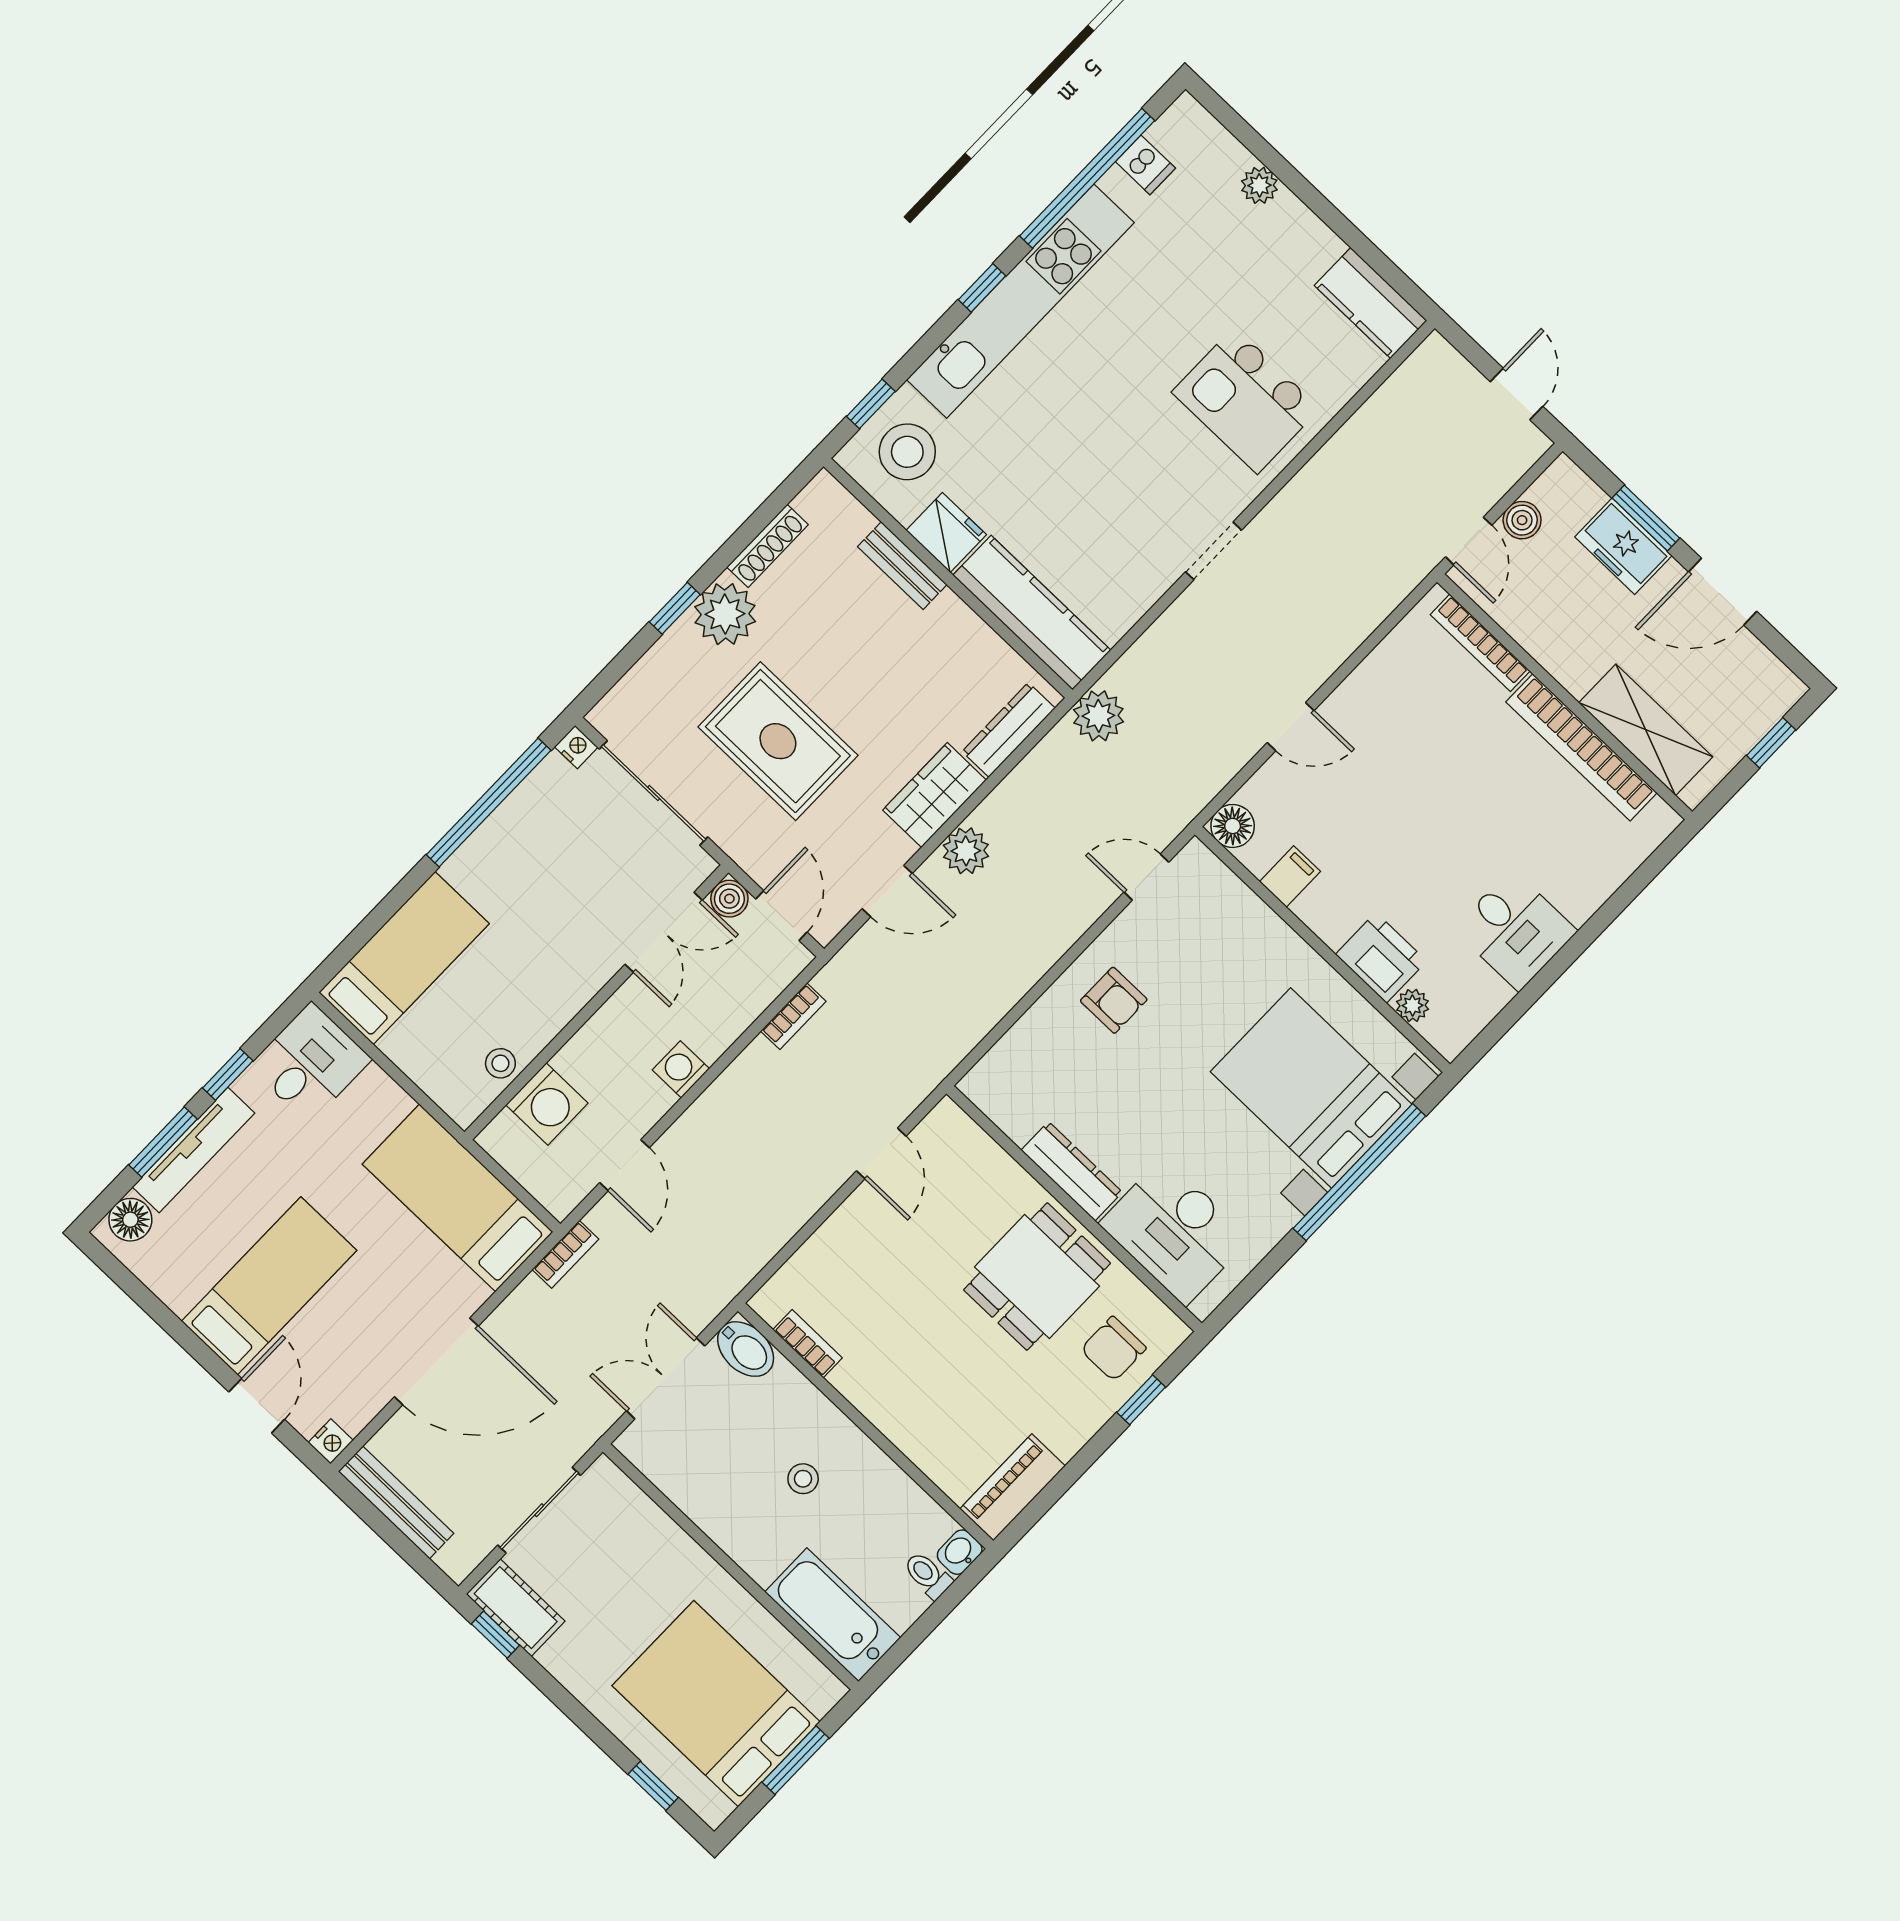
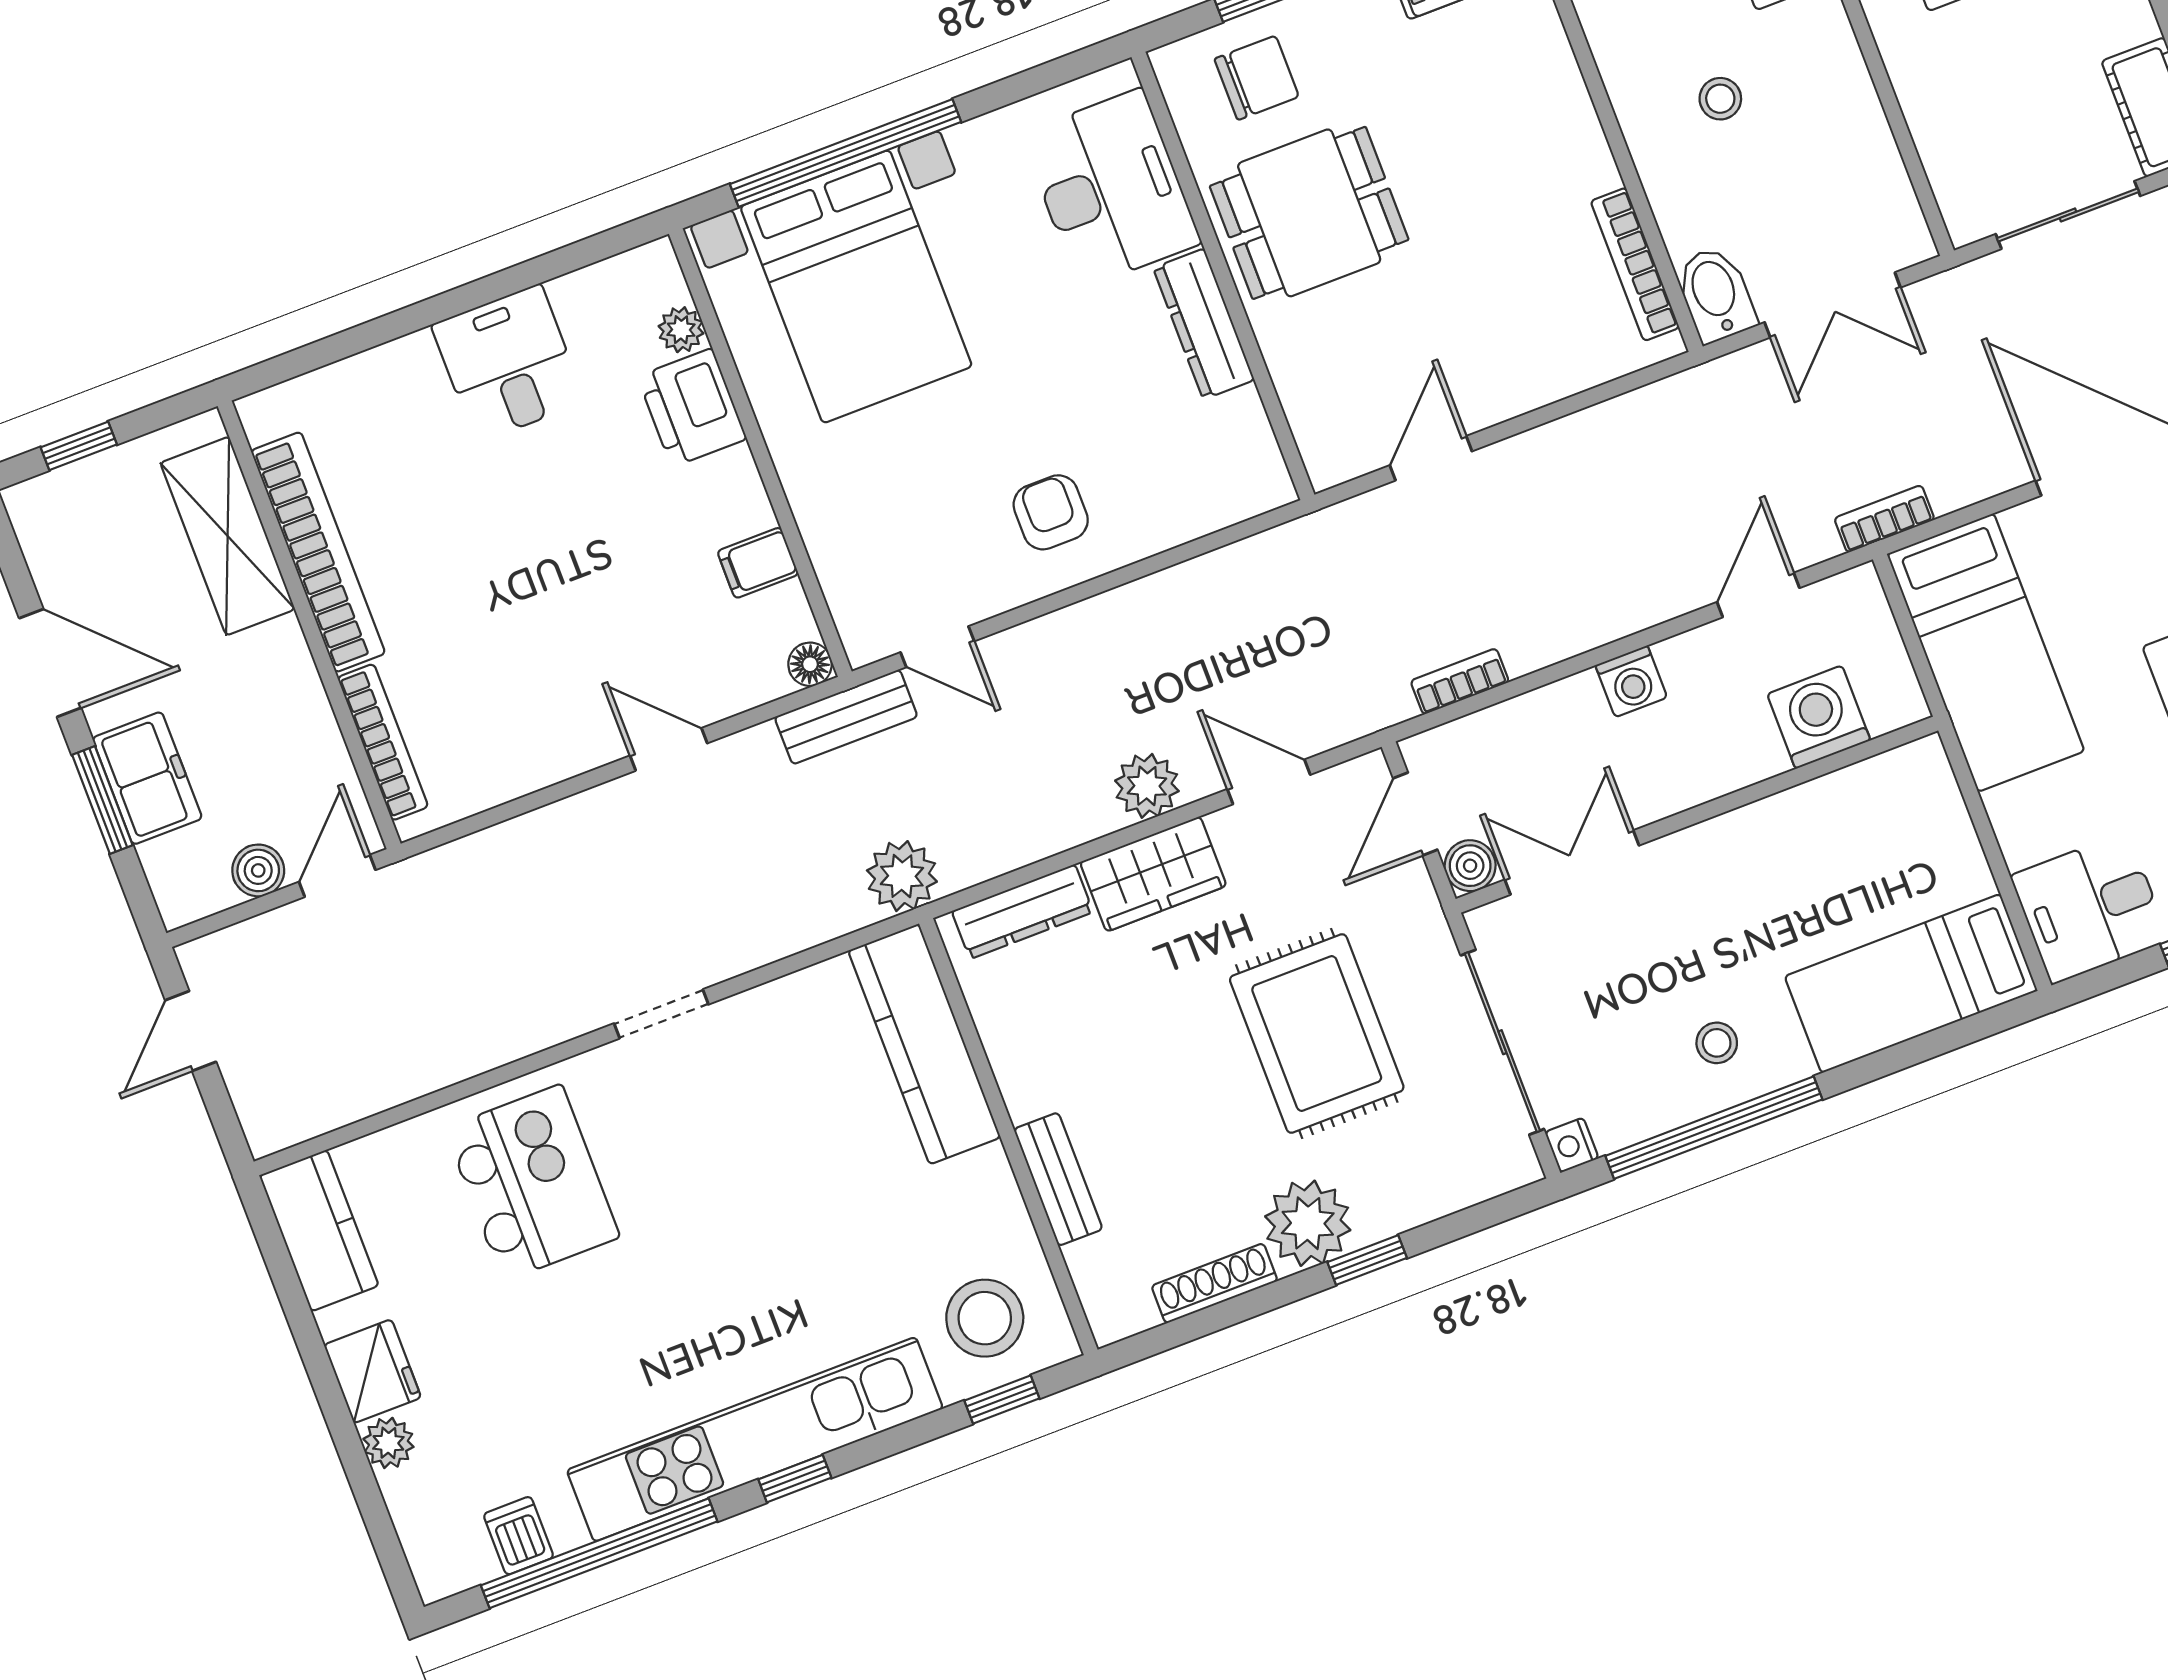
fridge: (946, 533) -> (373, 1371), moved, turned 180
bench: (1184, 803) -> (846, 717), added
floor lamp: (1233, 826) -> (810, 664), width x0.73, depth x0.73
stool: (500, 1063) -> (1717, 1043), moved
bookcase: (808, 1344) -> (1635, 264), width x1.56

